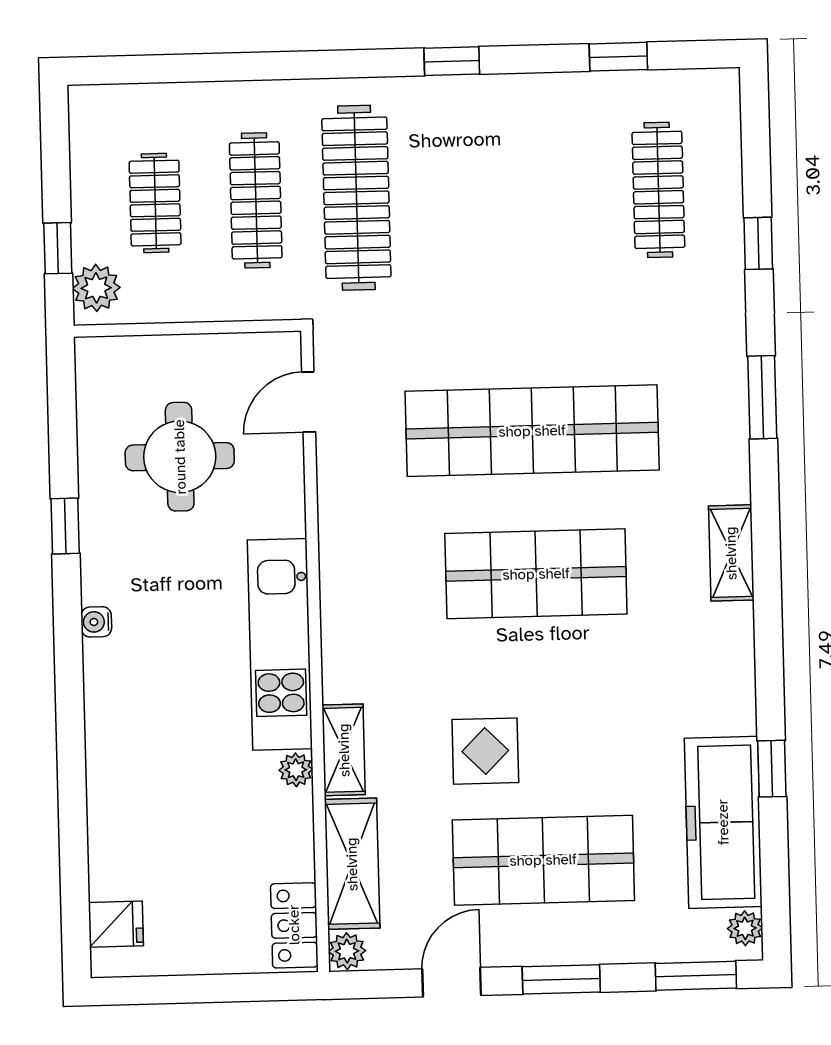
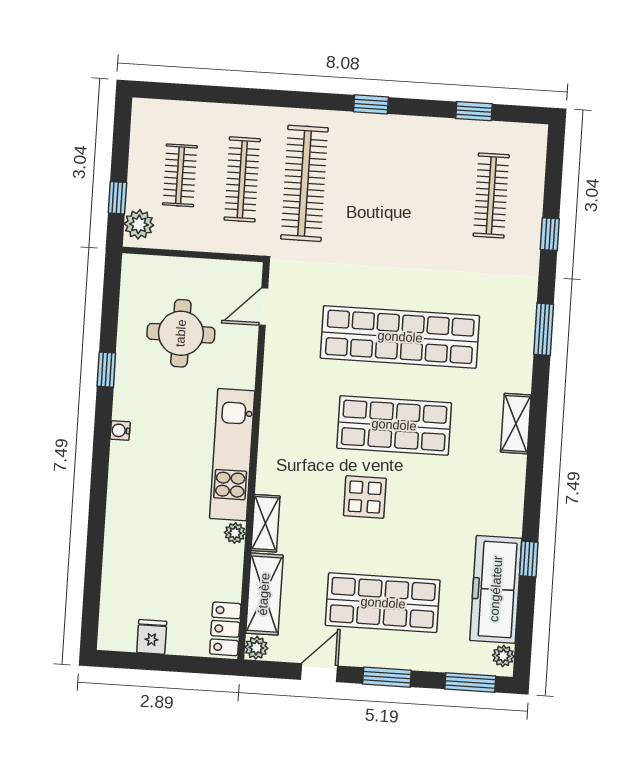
display table: (485, 751) -> (365, 497), moved
fridge: (116, 924) -> (152, 637), moved, turned -90

